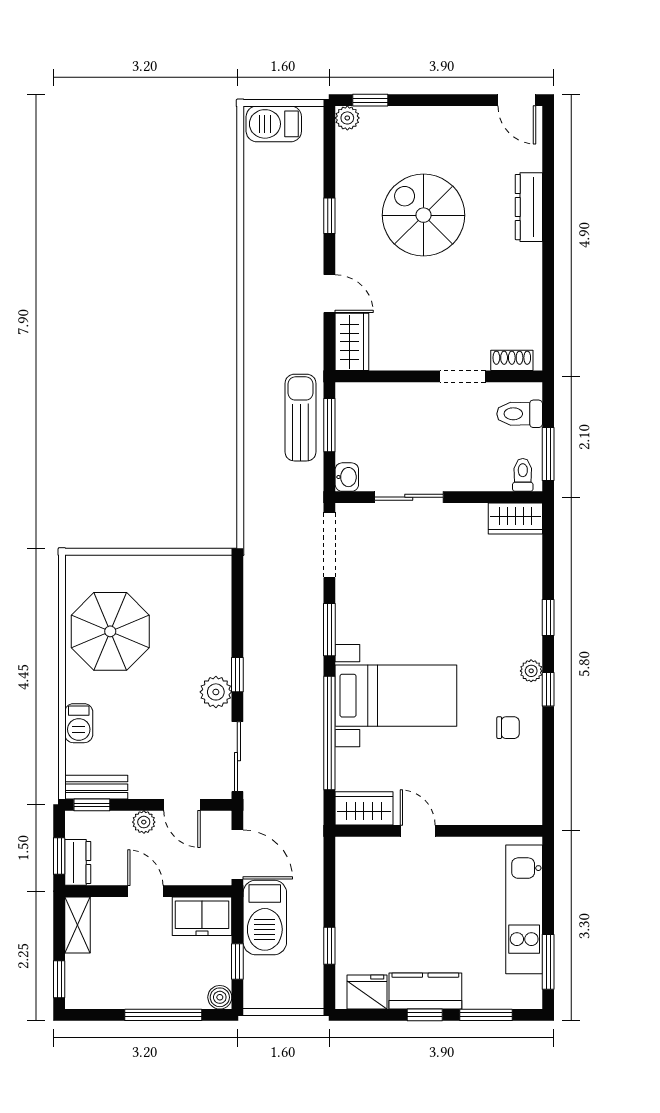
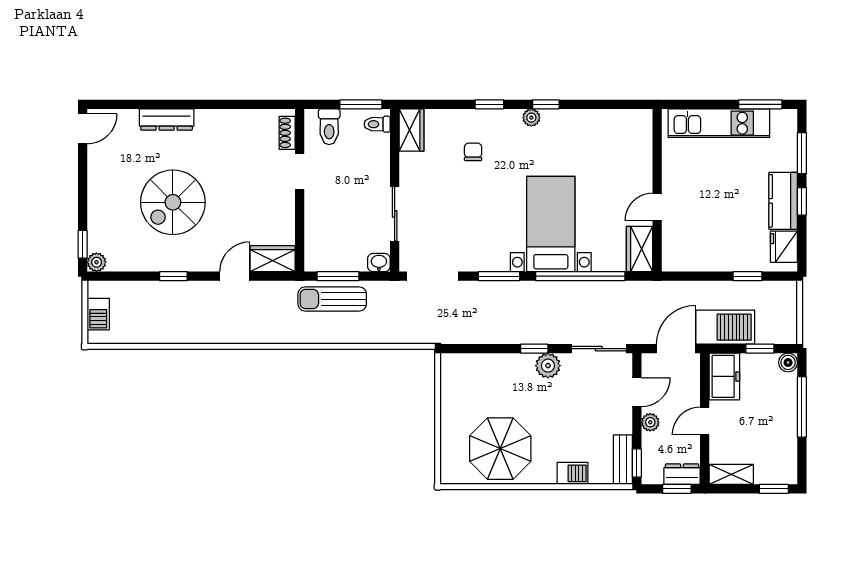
barbecue: (274, 124) -> (98, 314), width x0.73, depth x0.79
chair: (508, 728) -> (473, 152), moved

